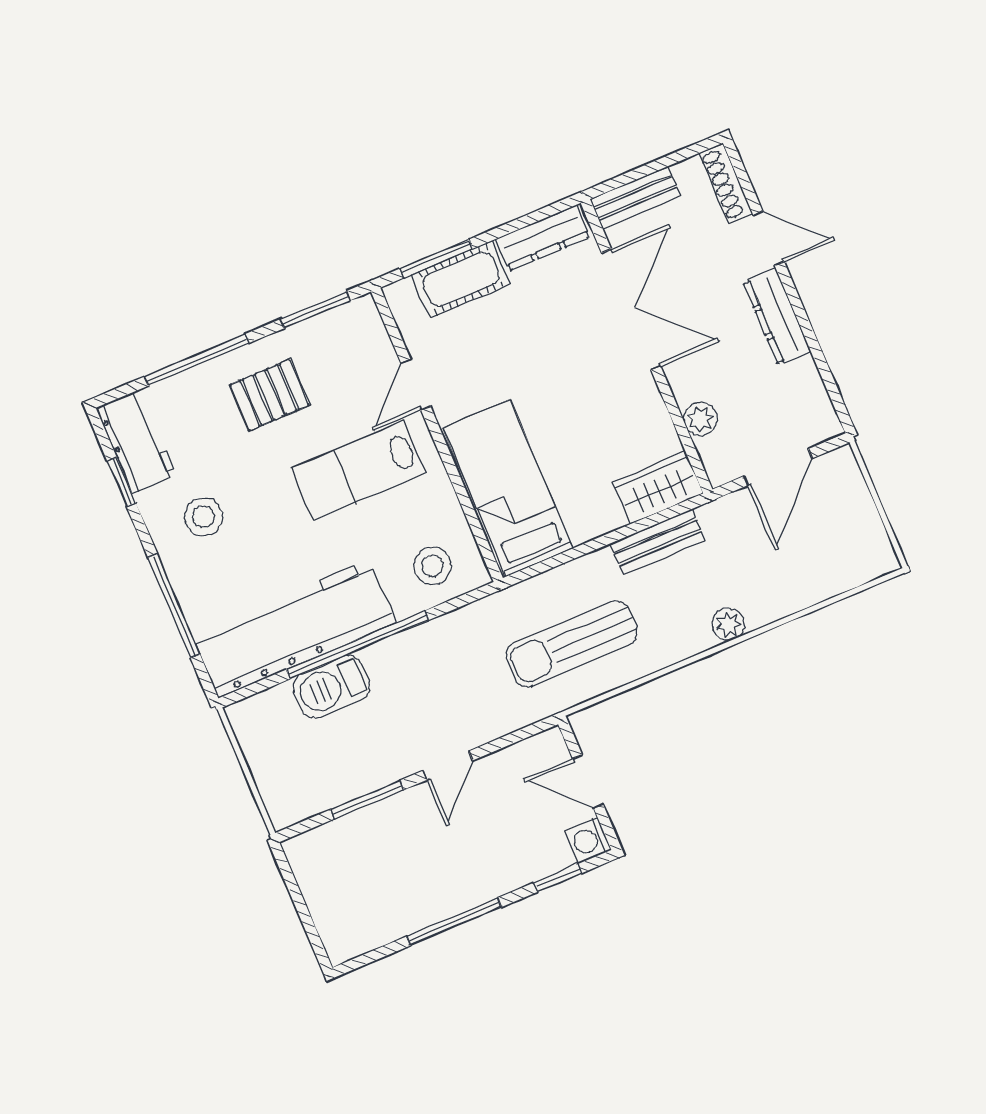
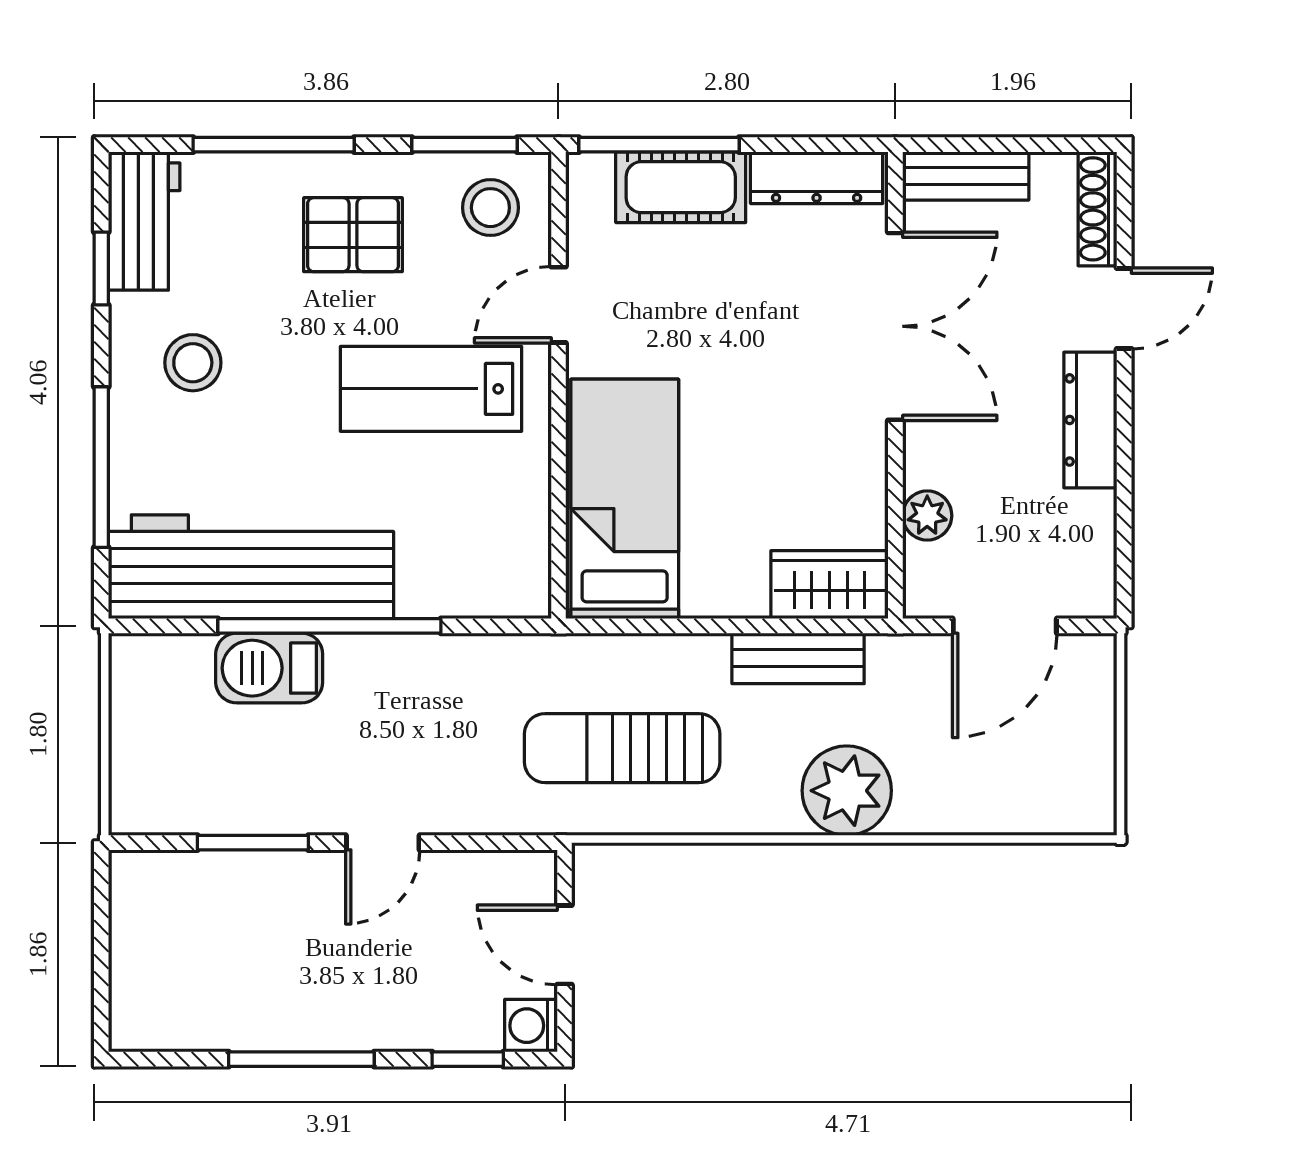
door: (769, 238) -> (1124, 308), hinge flipped
window: (436, 259) -> (659, 145), width x1.44
stool: (432, 566) -> (490, 208), moved
plant: (728, 624) -> (847, 791), width x1.88, depth x1.88

